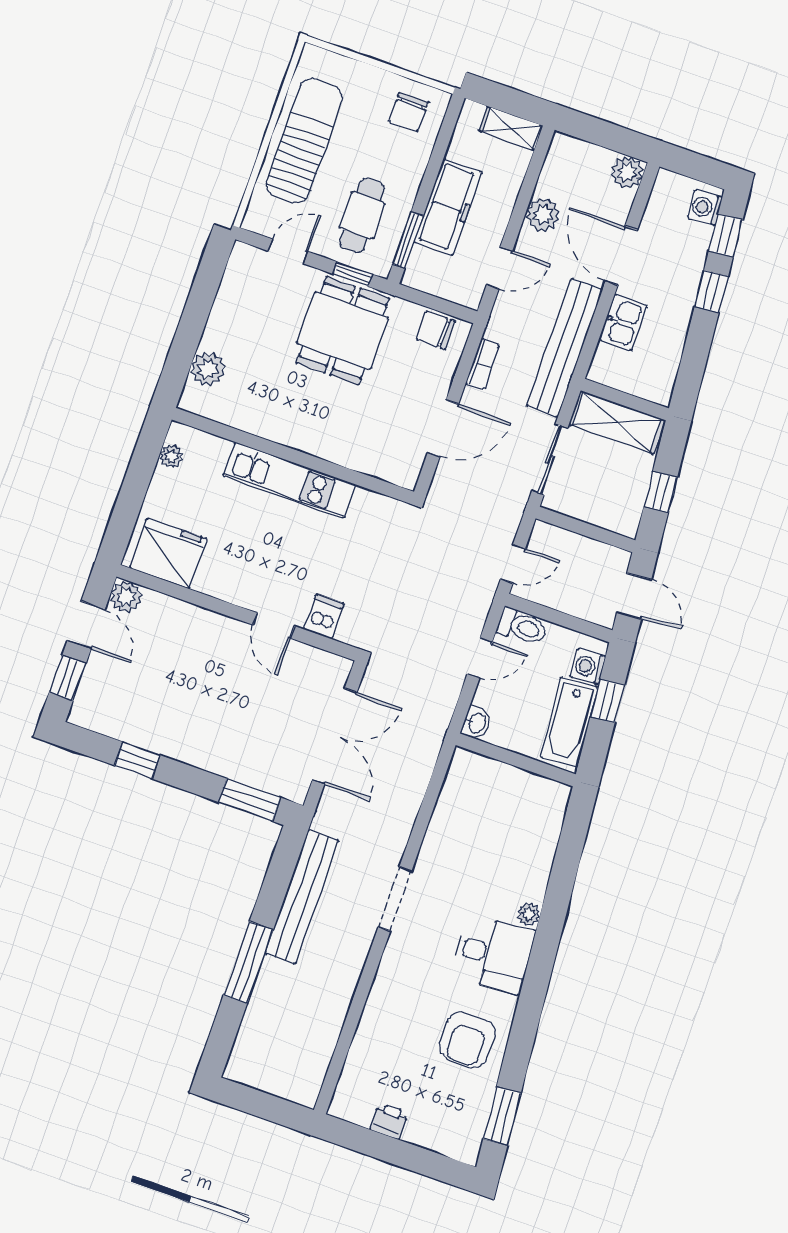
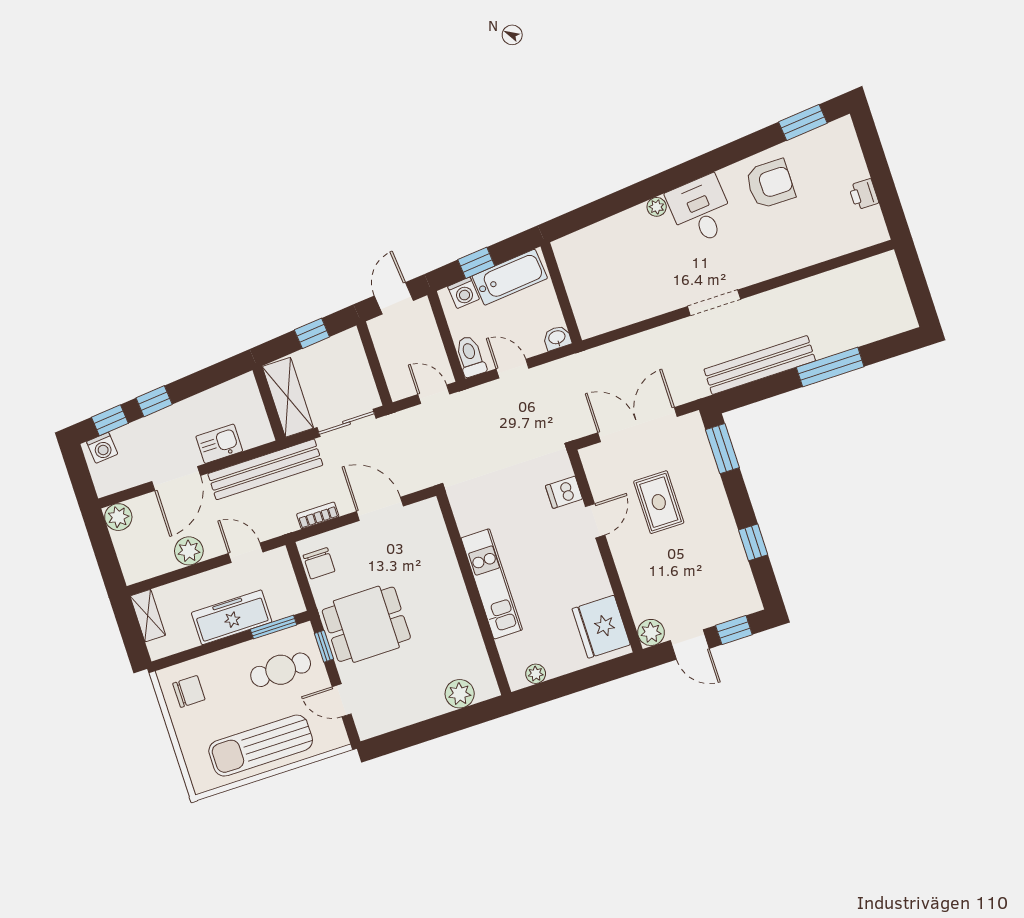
door: (86, 625) -> (690, 644), swing flipped
rug: (245, 700) -> (659, 502), added

